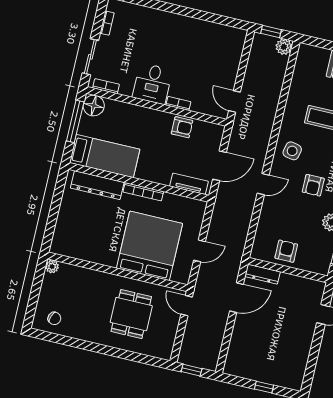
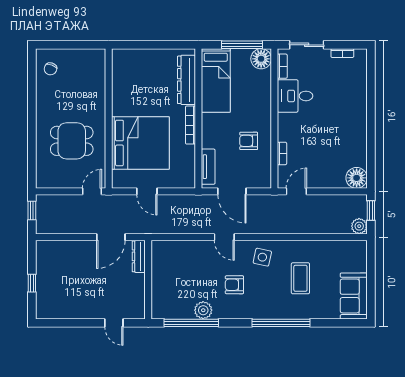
floor lamp: (235, 38) -> (357, 178), added
desk: (152, 84) -> (295, 96), moved
bookcase: (178, 103) -> (282, 153), moved
armchair: (182, 127) -> (249, 141), moved, turned 90
armchair: (286, 251) -> (166, 274), removed
plant: (52, 267) -> (99, 55), removed
door: (237, 298) -> (111, 237), hinge flipped

